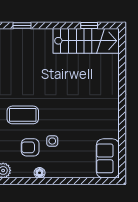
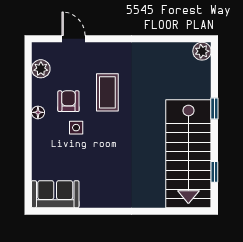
window: (22, 25) -> (214, 109), moved
stairs: (86, 41) -> (188, 154), width x1.36, depth x1.51

